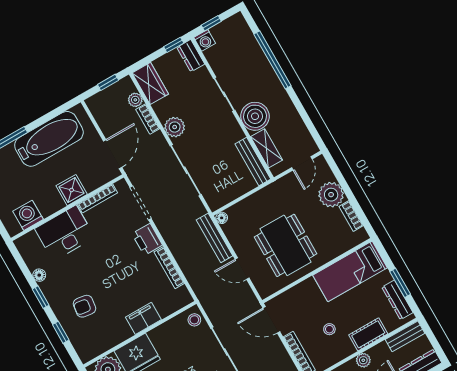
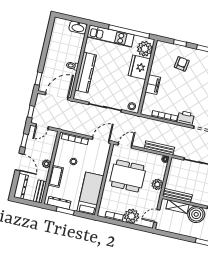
door: (302, 163) -> (157, 216), hinge flipped
plant: (262, 199) -> (157, 184), added
door: (242, 269) -> (125, 145), moved

